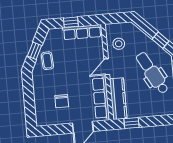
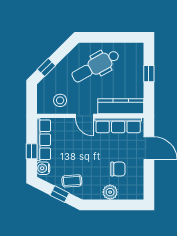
water cooler: (56, 34) -> (43, 168), added
window: (161, 40) -> (46, 67), moved
plant: (40, 96) -> (110, 192), added
window: (131, 123) -> (149, 74), moved

